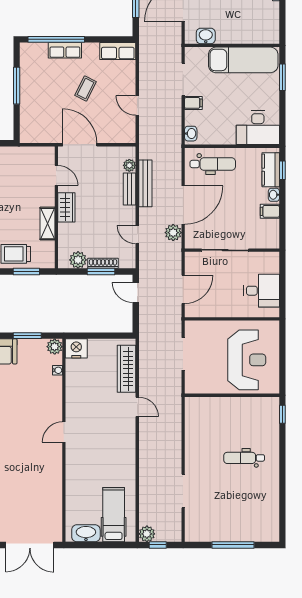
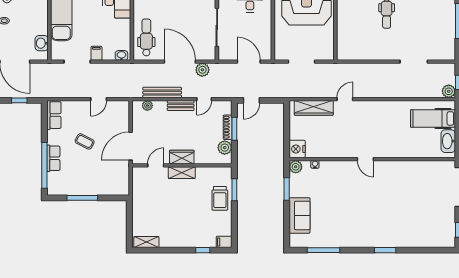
bench: (130, 189) -> (181, 105), moved
shelving: (47, 224) -> (182, 173), moved

